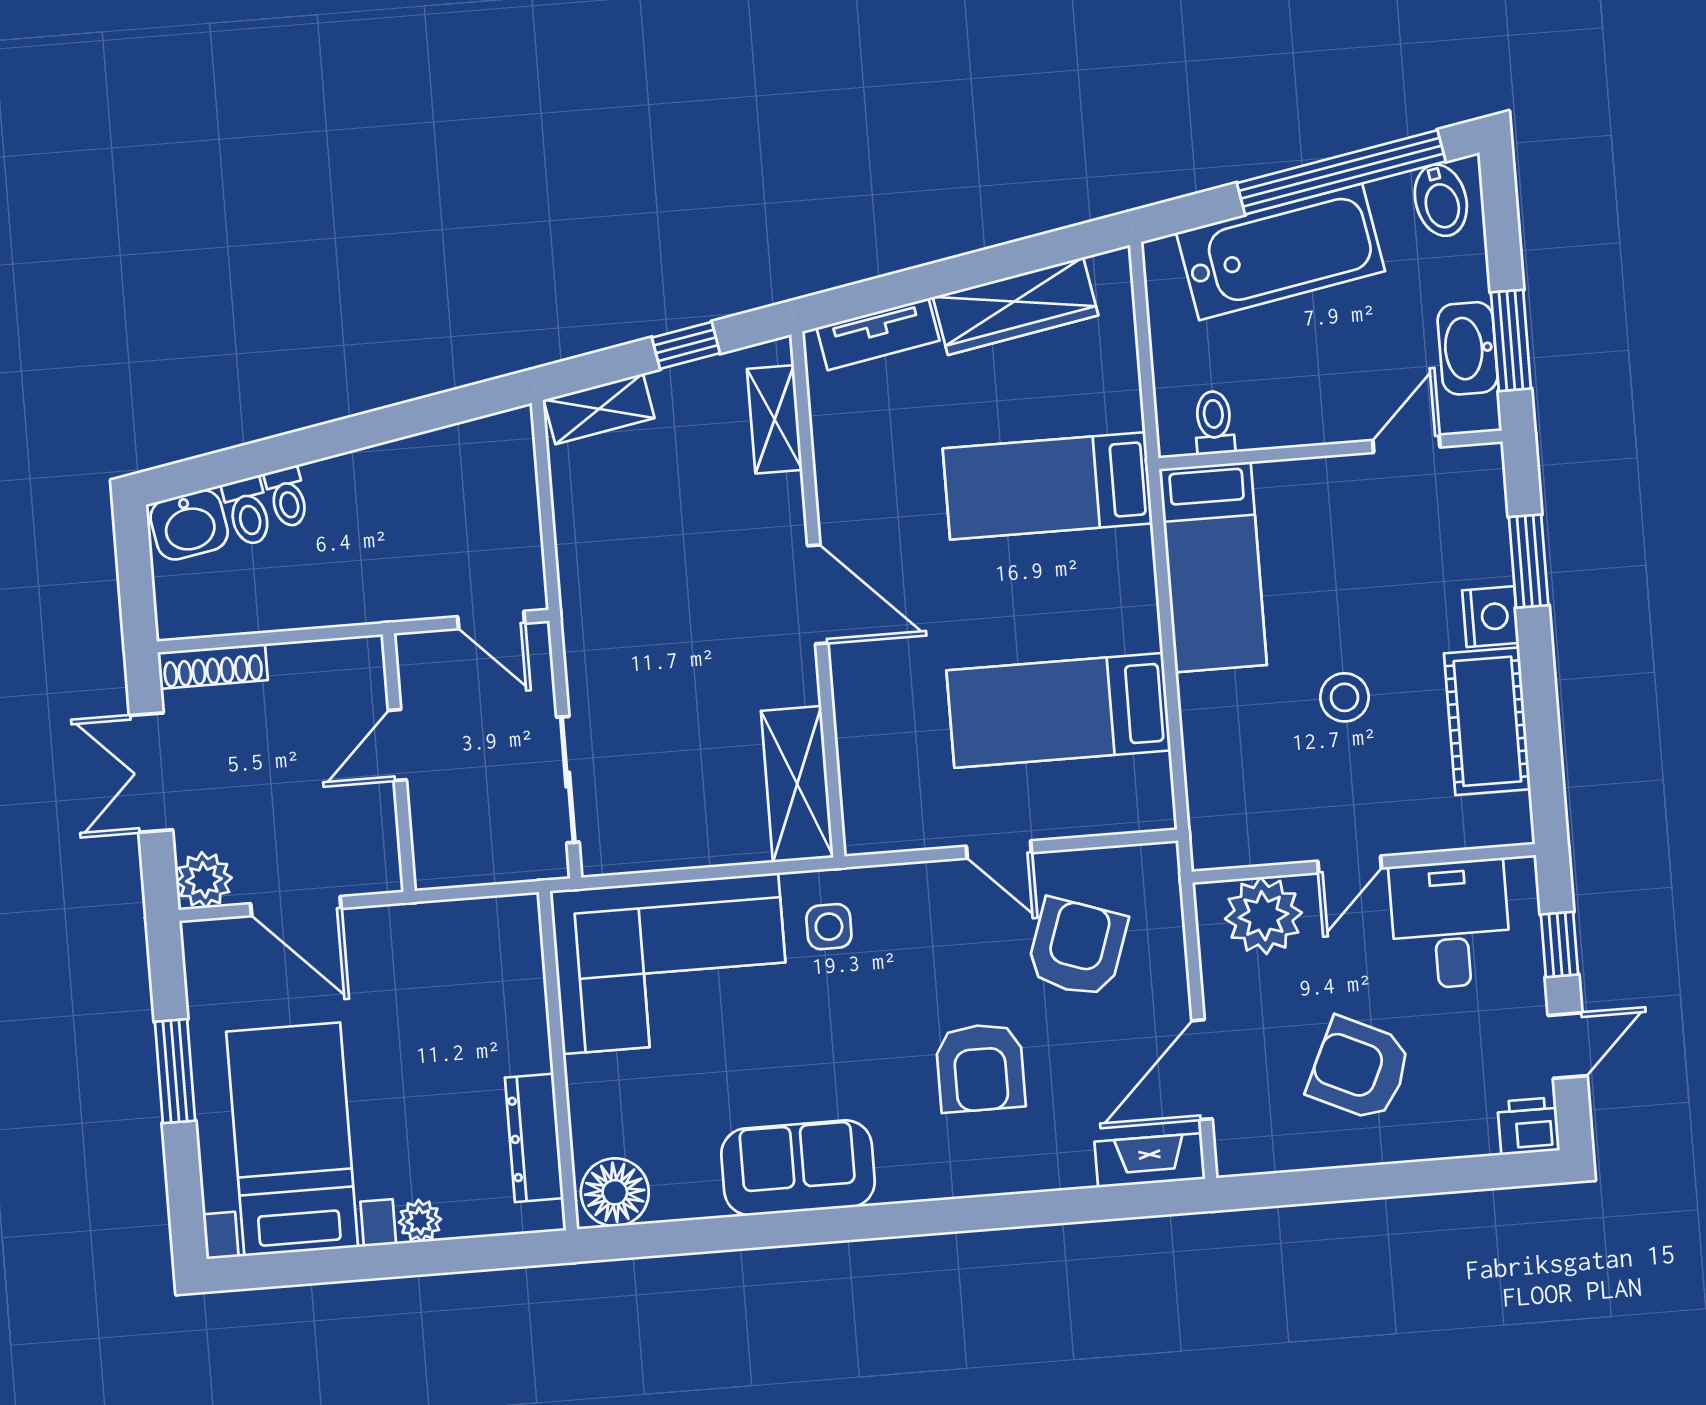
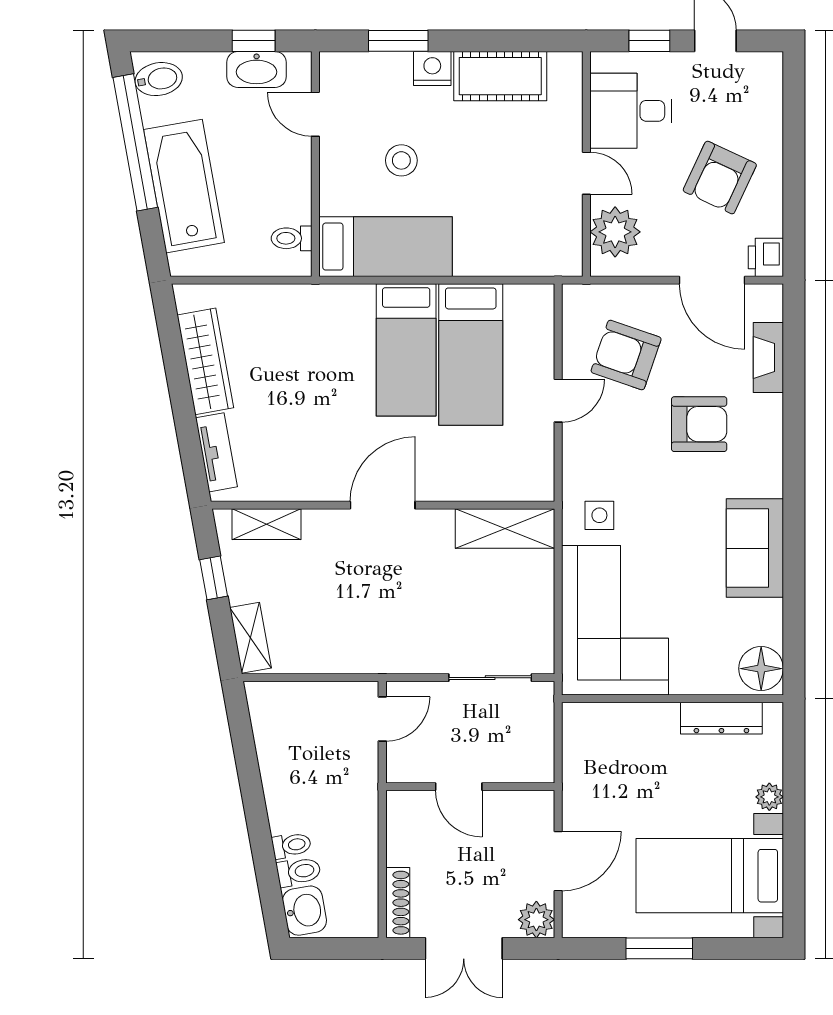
window: (1511, 340) -> (254, 41), width x0.67
bed: (1048, 486) -> (406, 350), moved
stool: (1344, 697) -> (401, 160), moved
printer: (1528, 1126) -> (766, 257), moved
fireplace: (1150, 1160) -> (768, 358), moved

